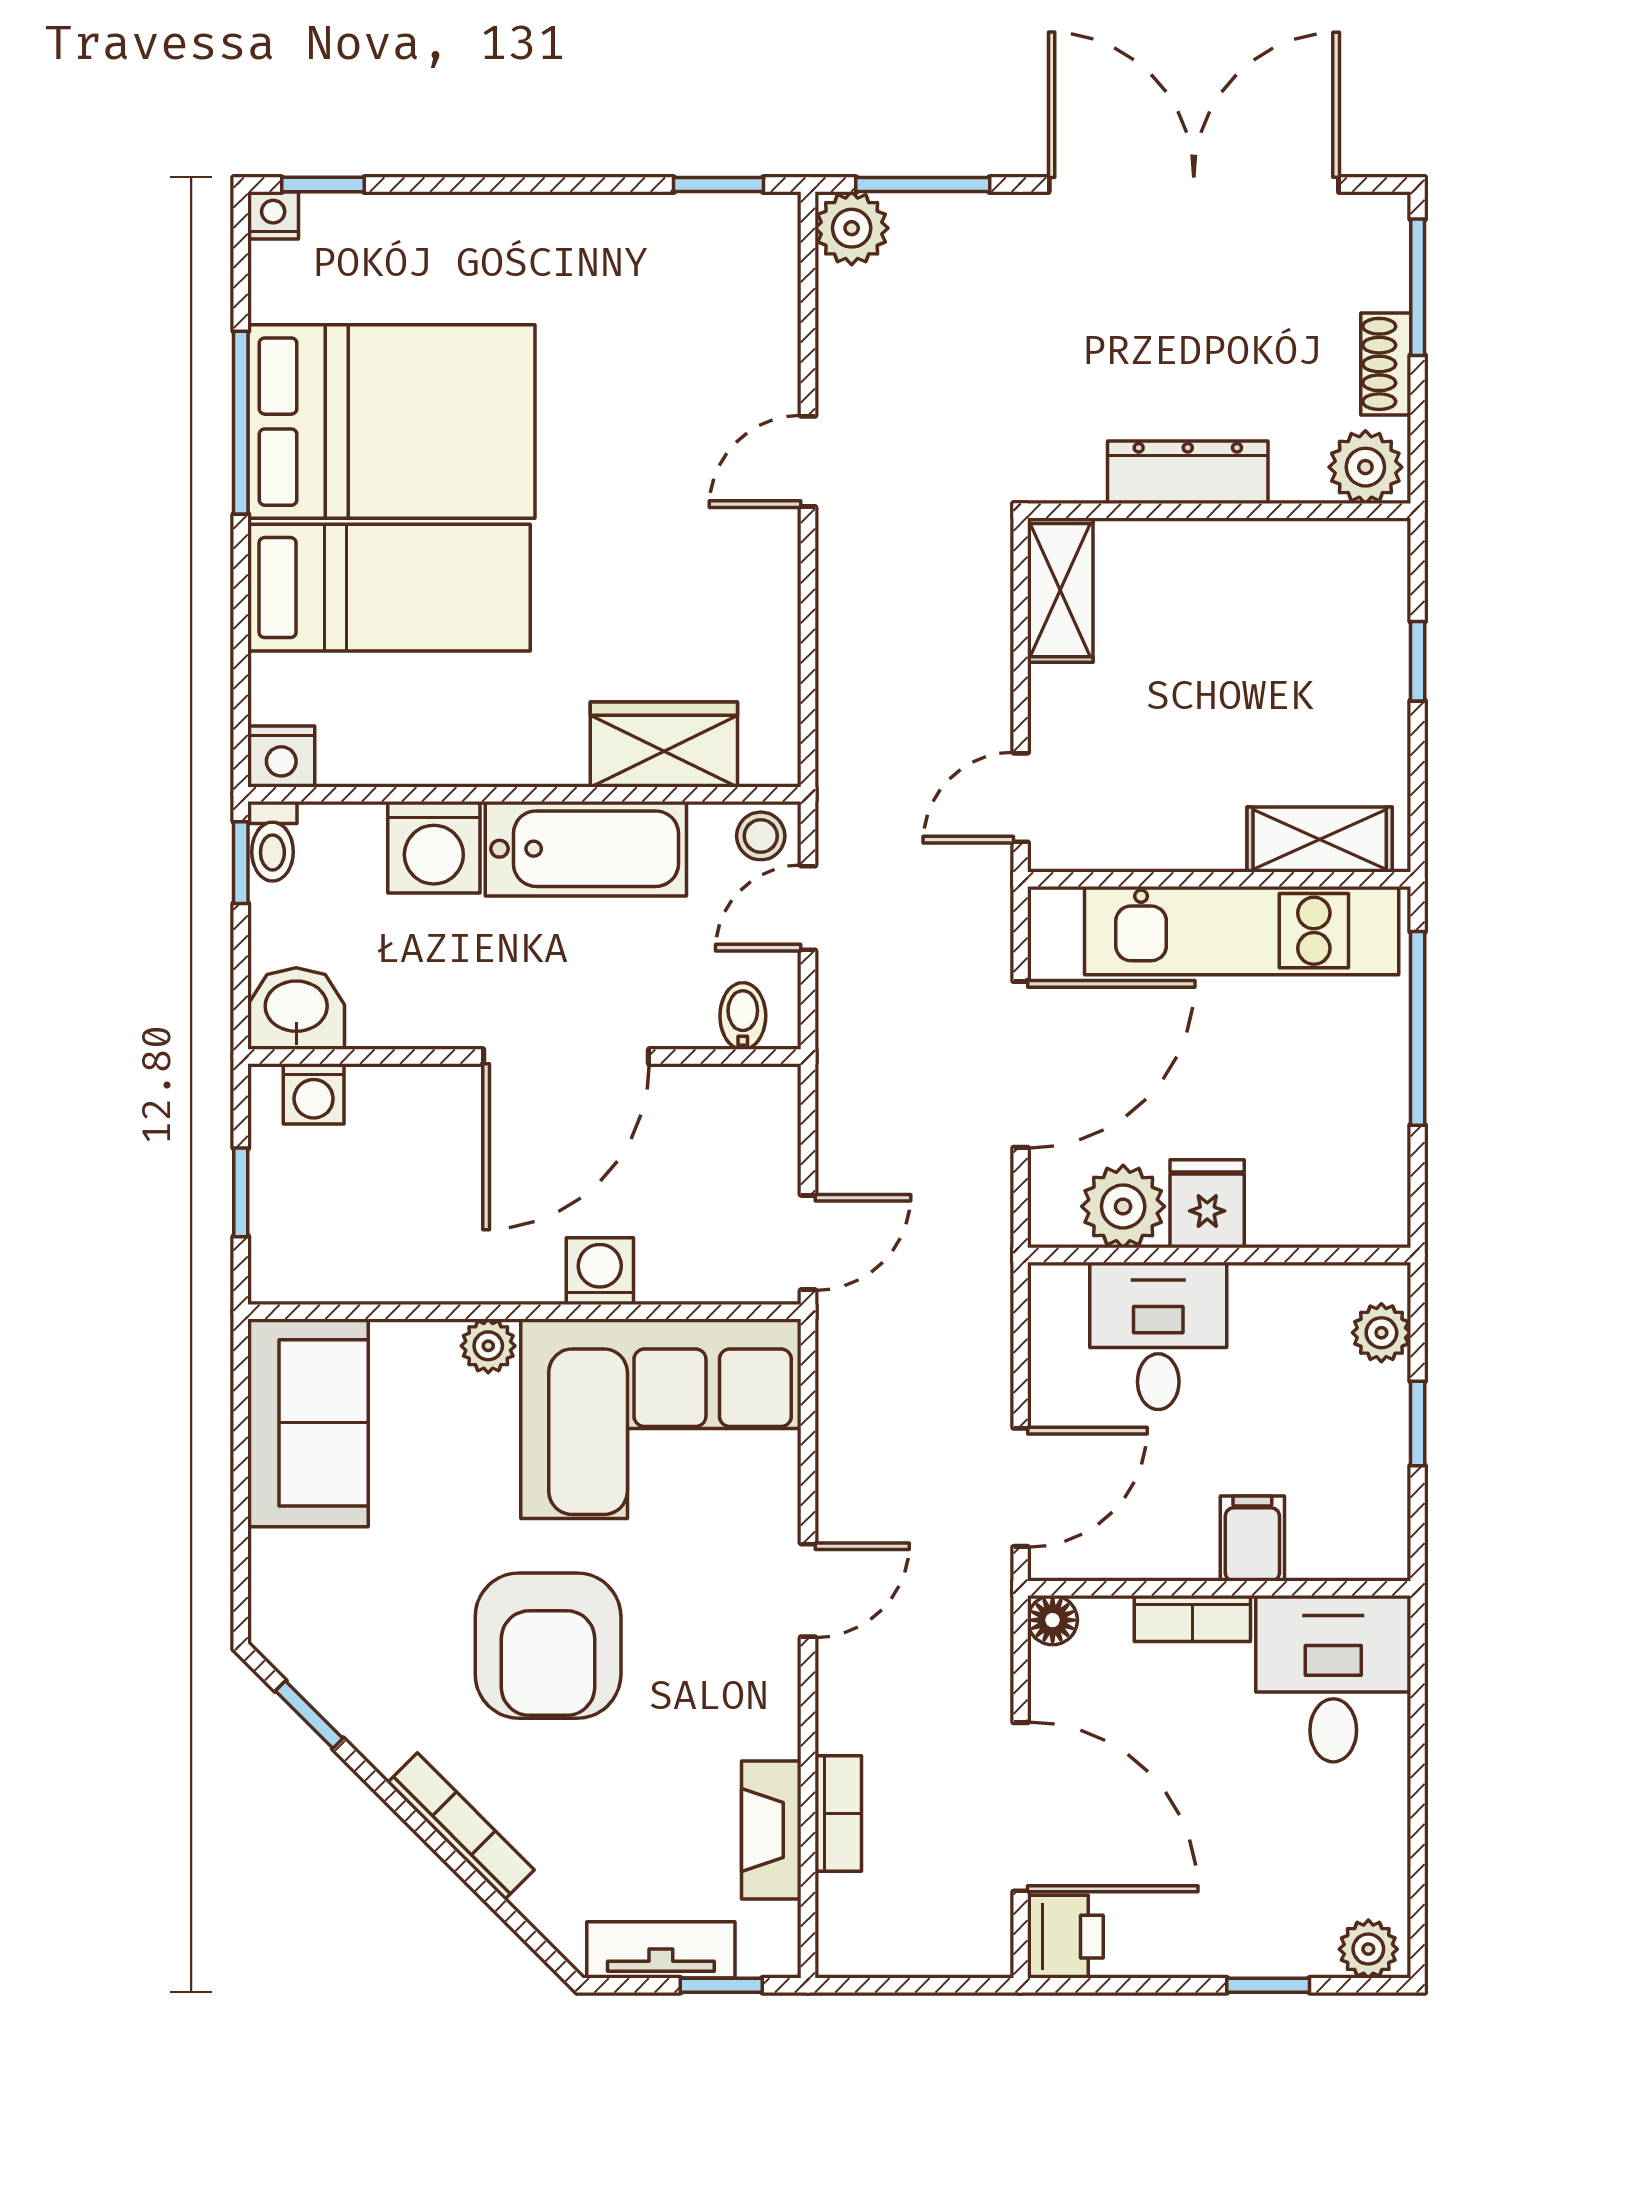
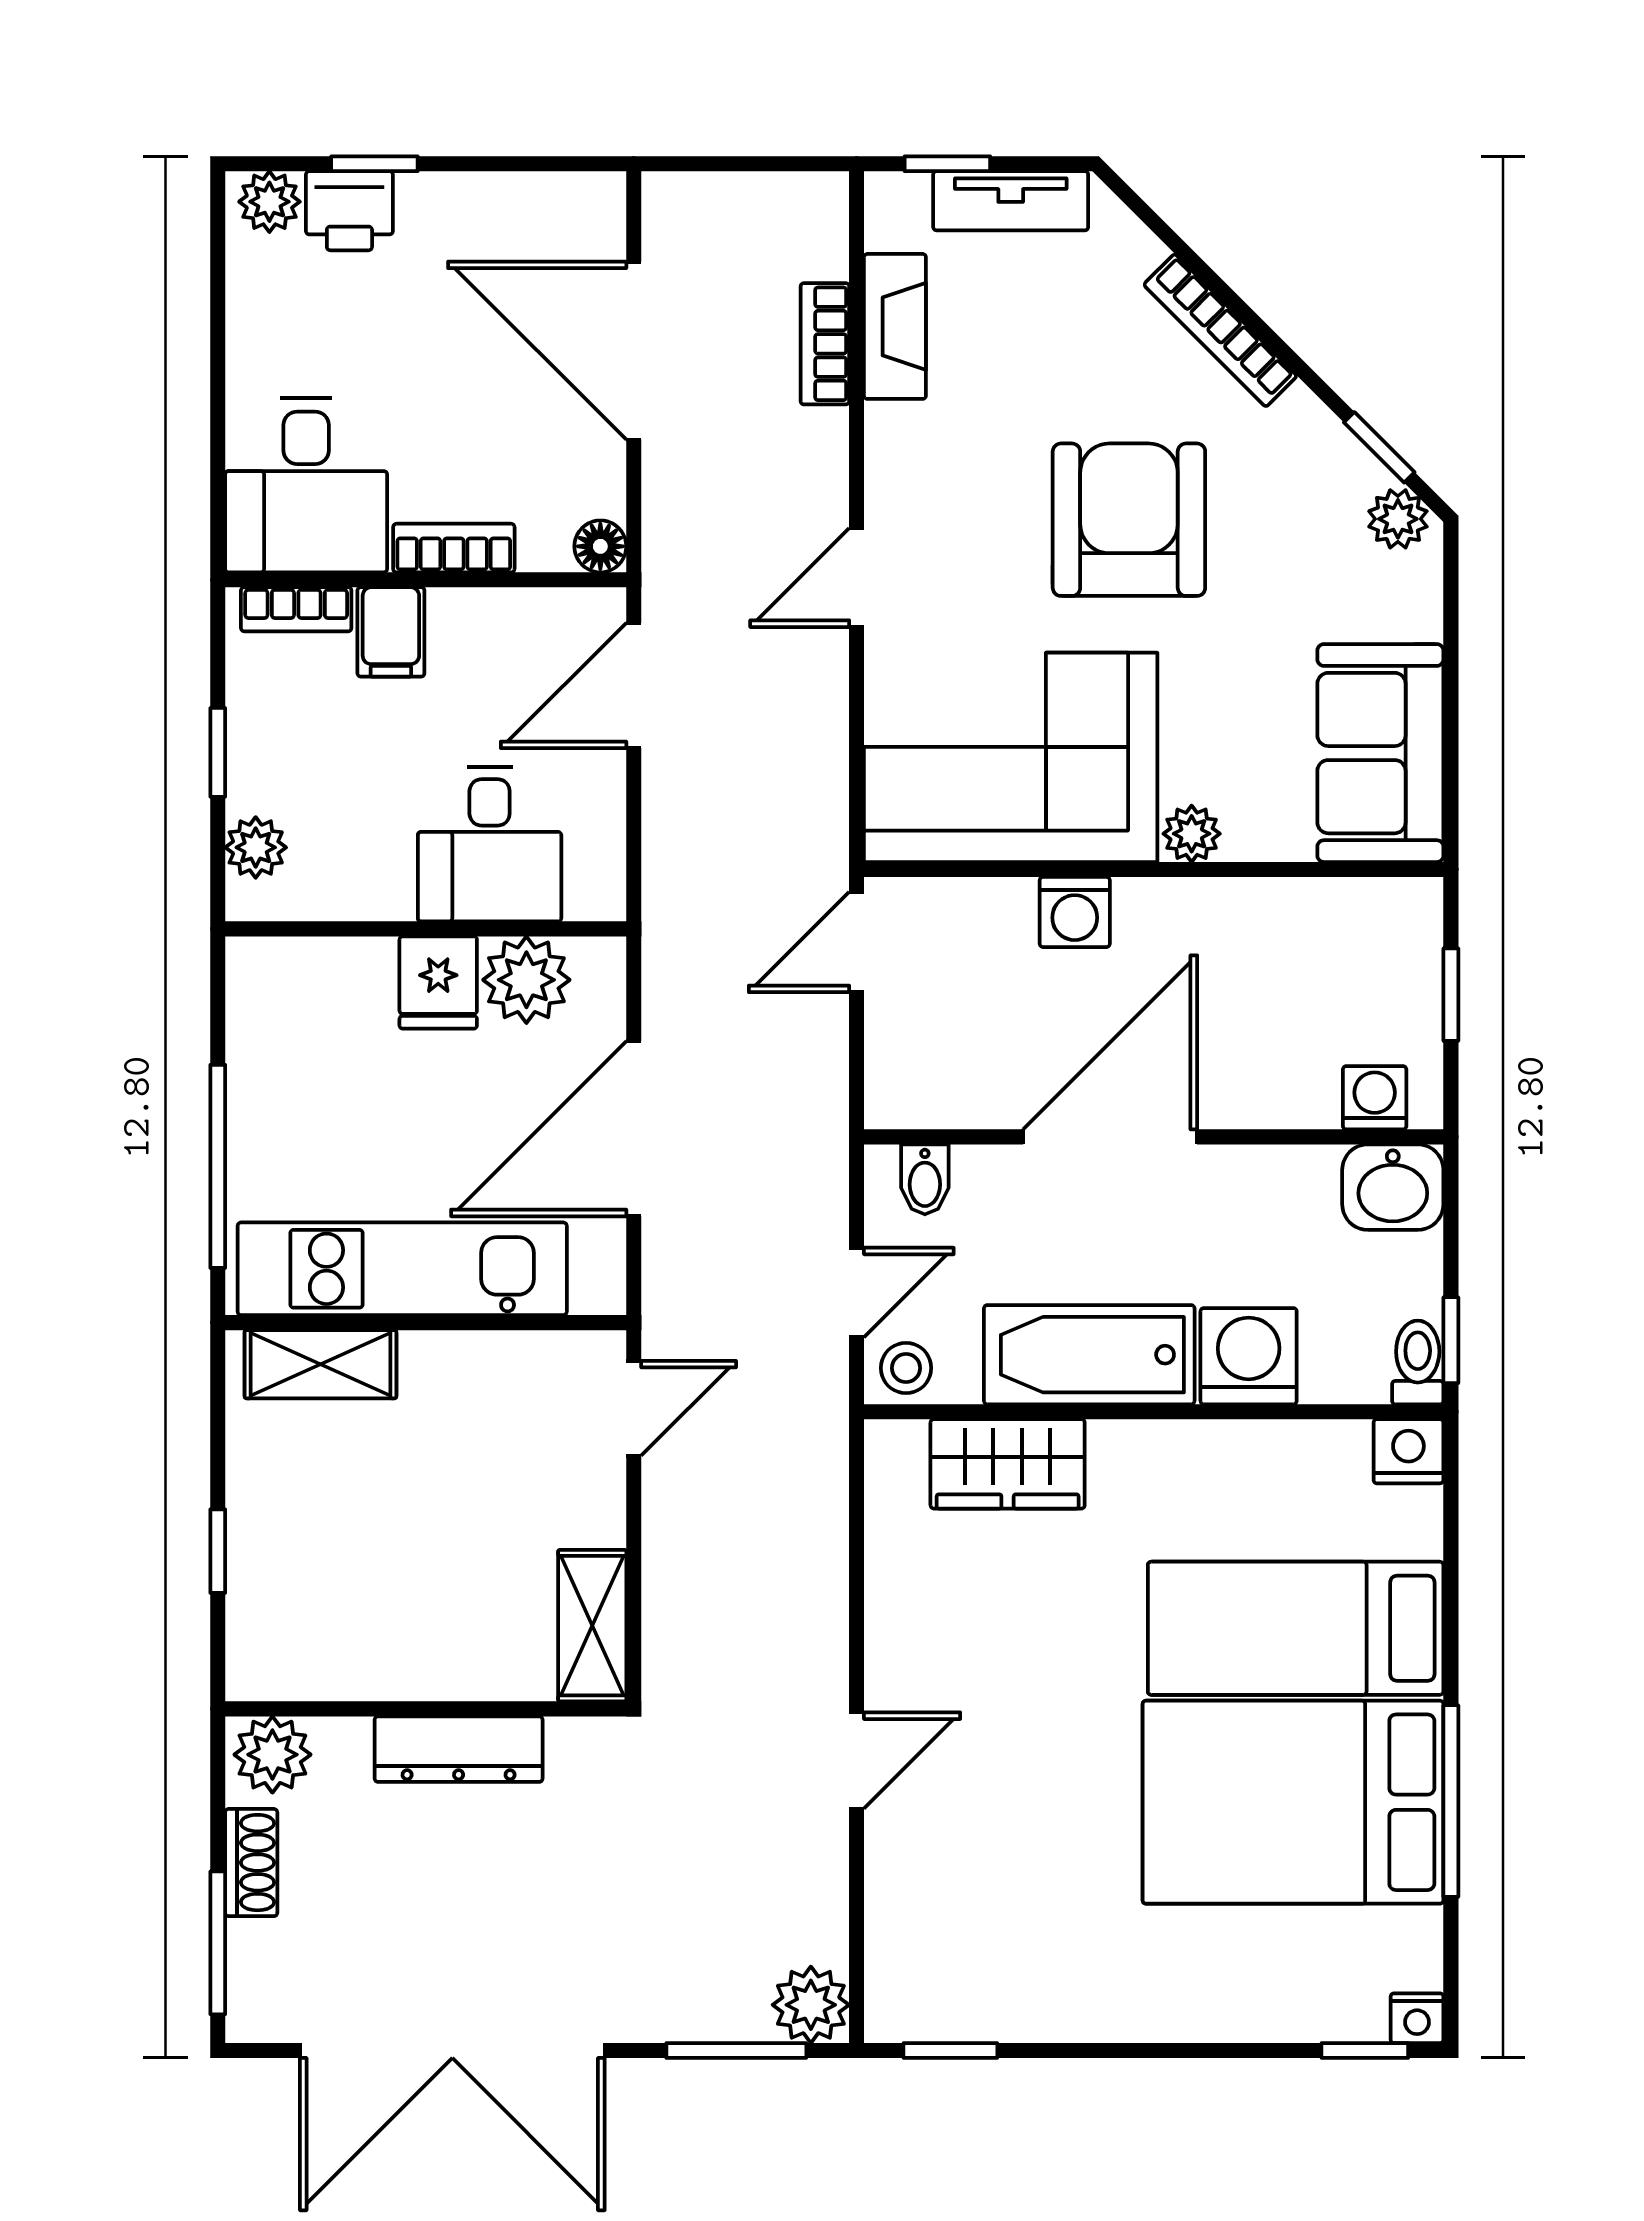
bookcase: (1343, 1560) -> (296, 609), added
plant: (291, 1646) -> (1398, 519), added
printer: (1065, 1937) -> (349, 211), moved, turned -90

